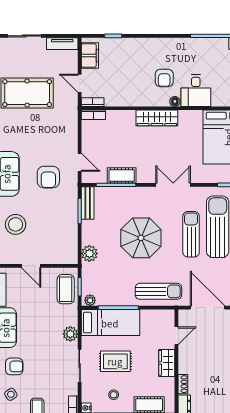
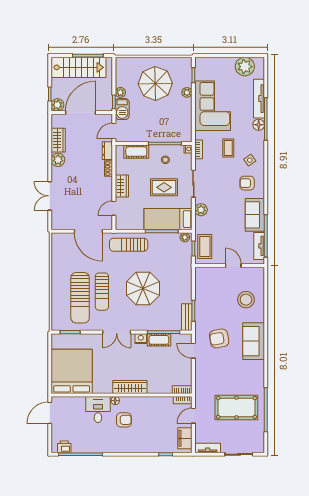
armchair: (164, 78) -> (124, 420), turned 90
door: (80, 83) -> (193, 416), swing flipped
armchair: (48, 177) -> (219, 338), turned -100
nightstand: (144, 177) -> (141, 339), added
plant: (89, 253) -> (185, 276), removed

